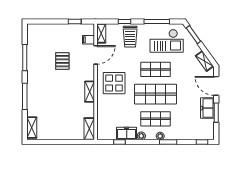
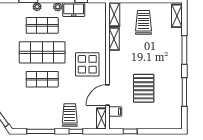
checkout: (167, 41) -> (30, 110), removed
pallet: (62, 61) -> (144, 88), width x1.50, depth x1.42
shelving: (90, 92) -> (114, 39), moved
trolley: (62, 122) -> (143, 22), added

